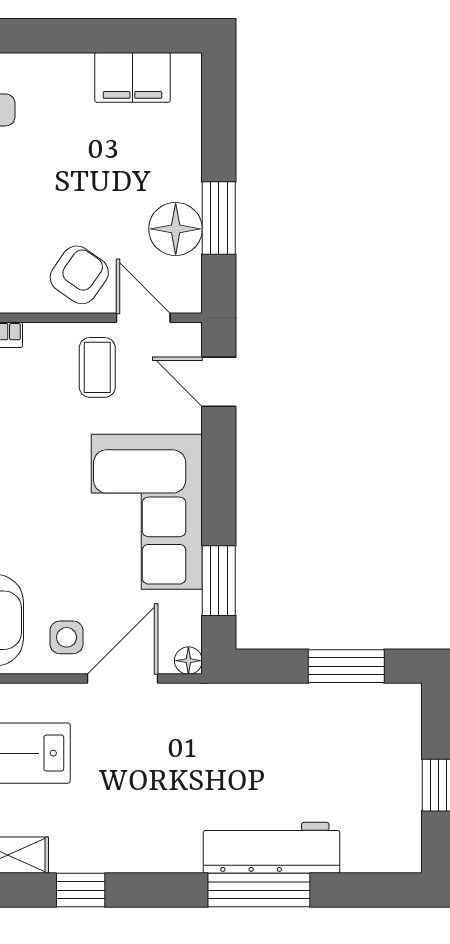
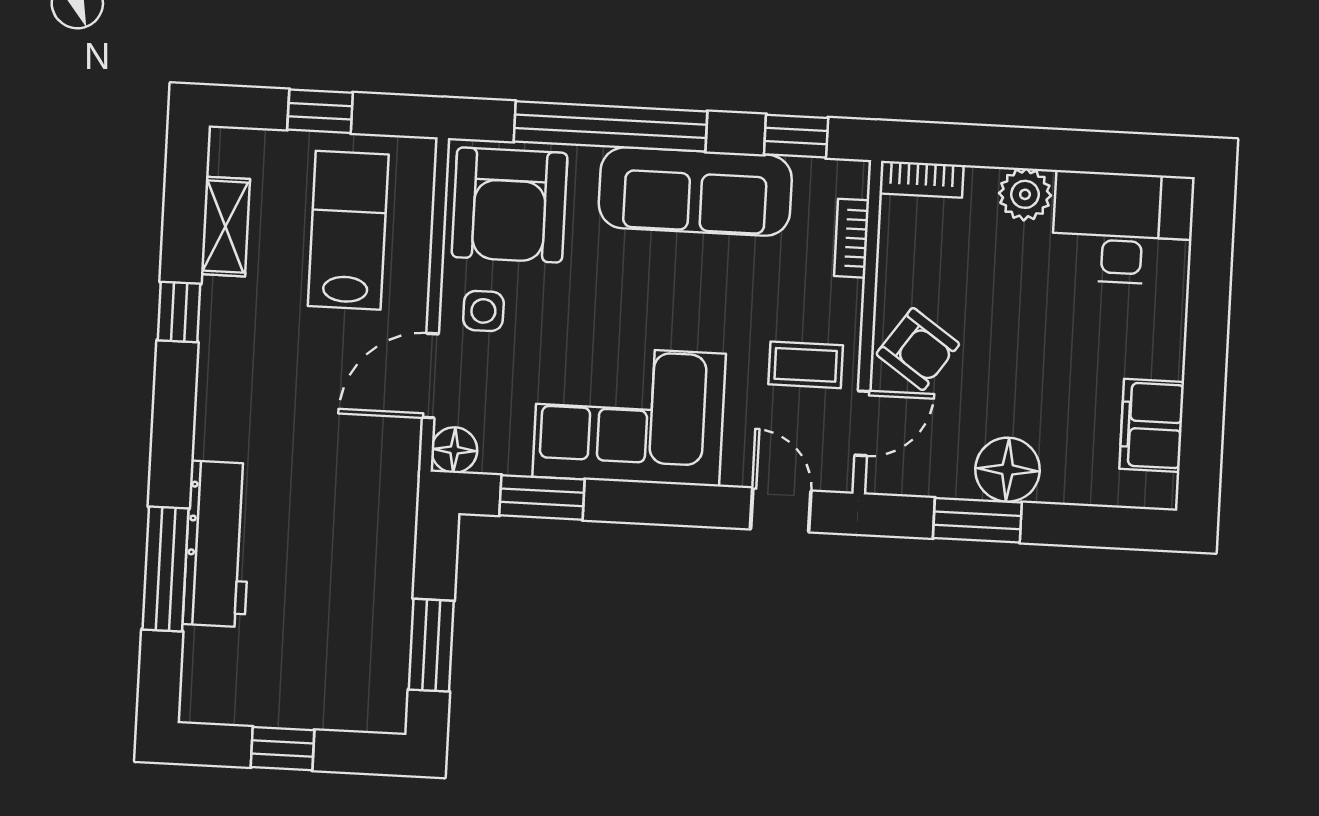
floor lamp: (176, 229) -> (1008, 470), moved
door: (219, 382) -> (781, 510), hinge flipped
floor lamp: (188, 661) -> (454, 450), width x1.37, depth x1.37
door: (123, 679) -> (430, 376), swing flipped
window: (259, 890) -> (165, 569), moved

